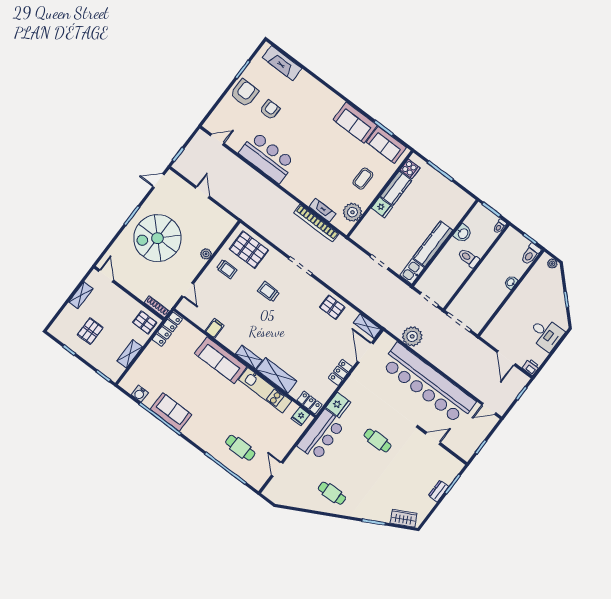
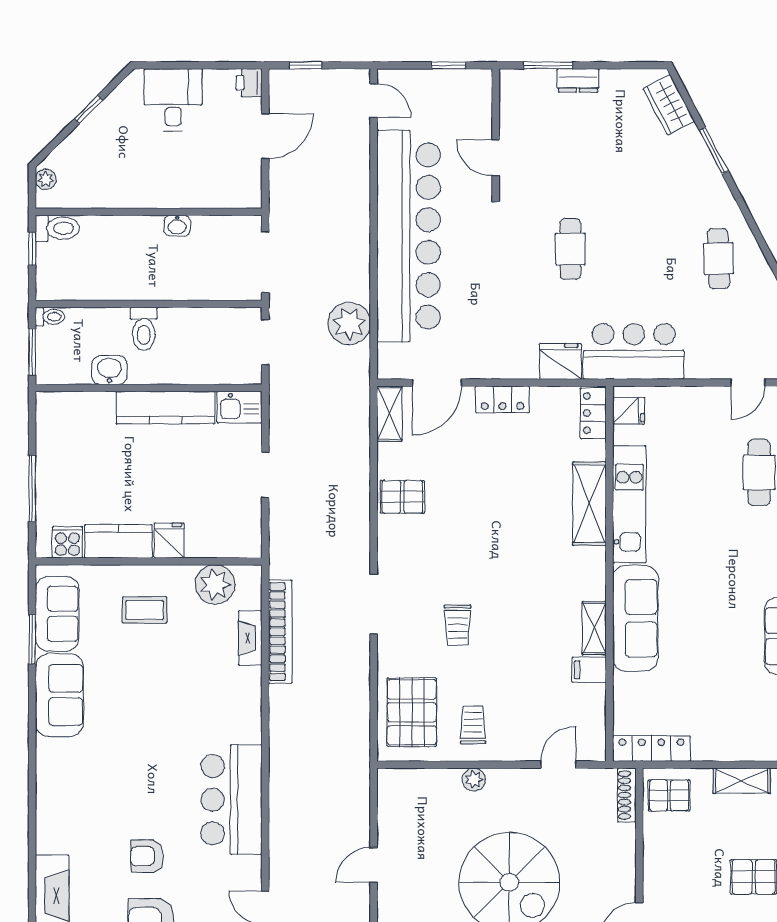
washbasin: (511, 282) -> (177, 226), moved
pallet: (332, 307) -> (402, 497), turned 90
pallet: (145, 323) -> (669, 795), turned 90
shelving: (249, 357) -> (594, 628), moved

